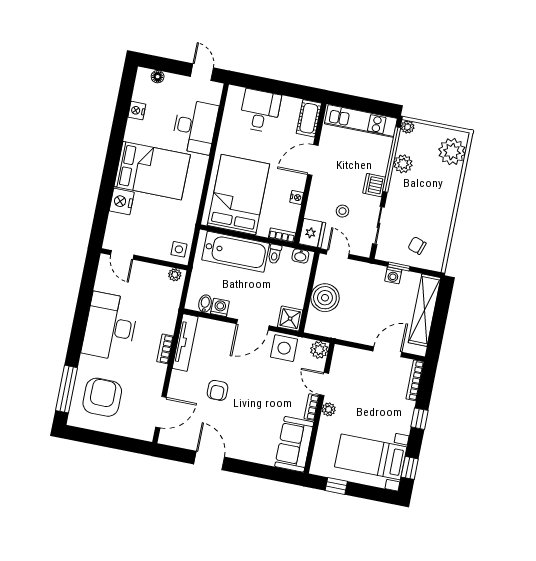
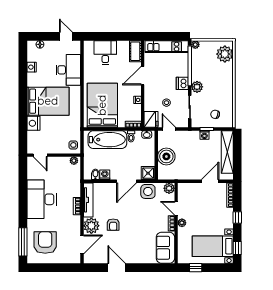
plant: (403, 164) -> (197, 87), moved
plant: (182, 385) -> (91, 226), added

